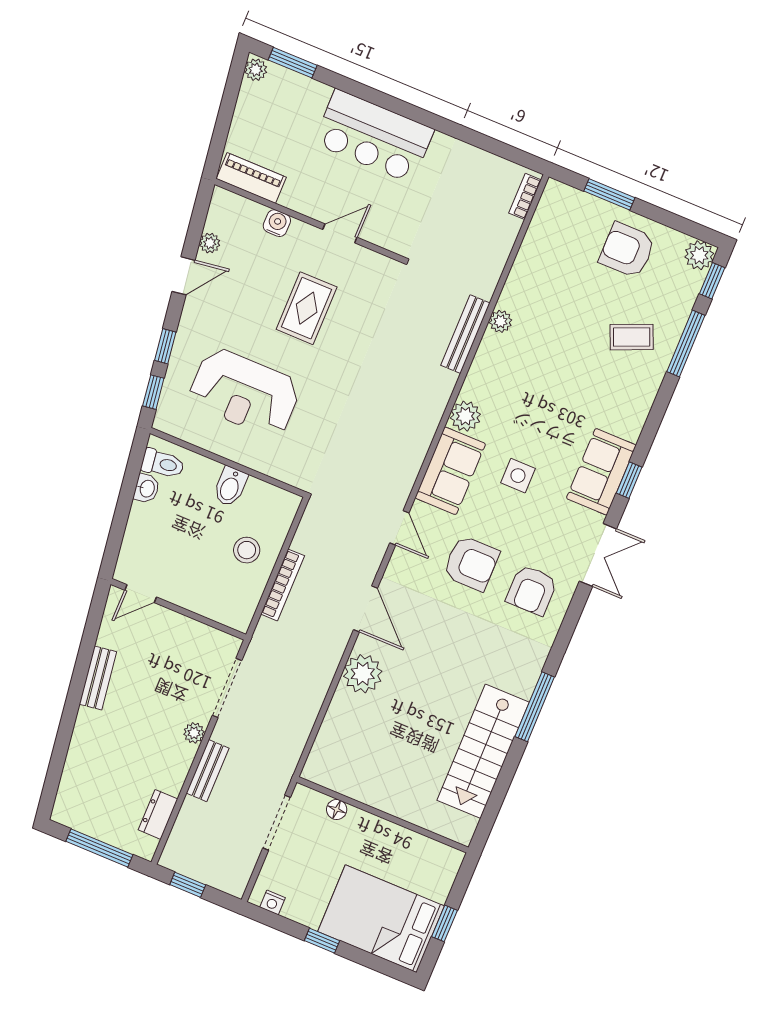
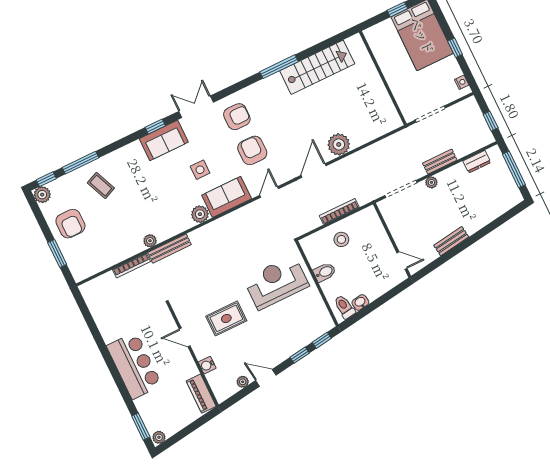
bookcase: (525, 196) -> (131, 266), moved, width x1.56
reception desk: (245, 393) -> (276, 282), moved, turned -90
floor lamp: (337, 809) -> (400, 97), removed

